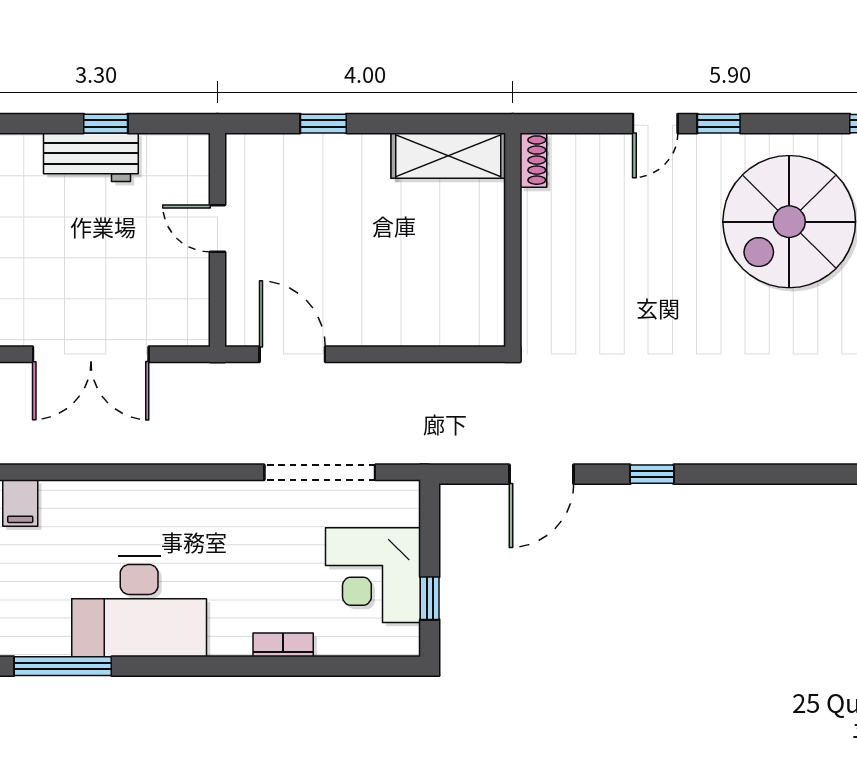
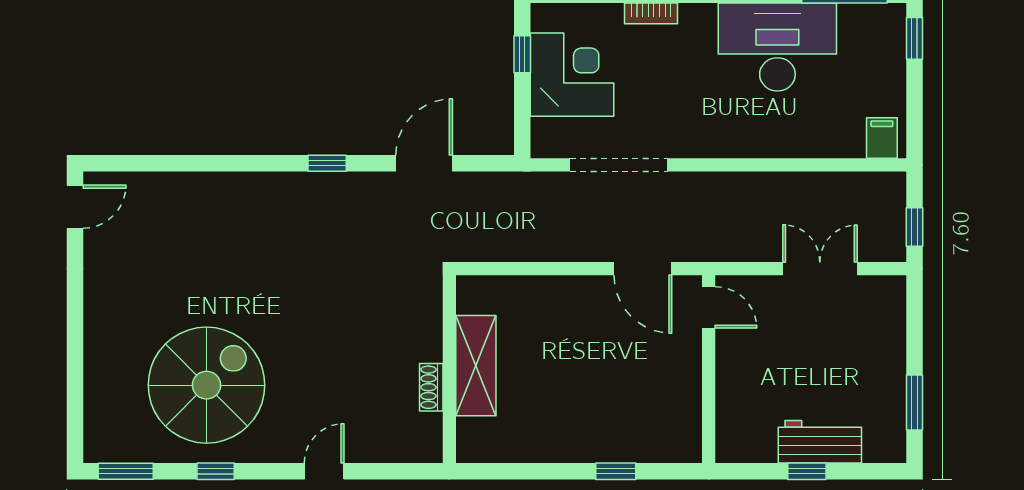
window: (719, 124) -> (216, 471), moved
shelving: (448, 156) -> (476, 366), moved, turned 90
shoe rack: (533, 160) -> (431, 387), moved
door: (217, 228) -> (709, 307), moved
double door: (91, 354) -> (820, 269), width x0.73

